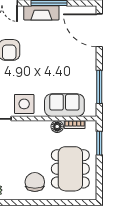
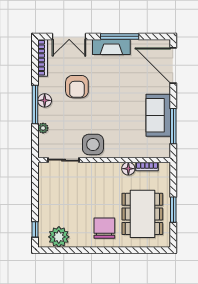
sofa: (64, 105) -> (158, 115), moved, turned -90
window: (99, 143) -> (173, 210), moved

